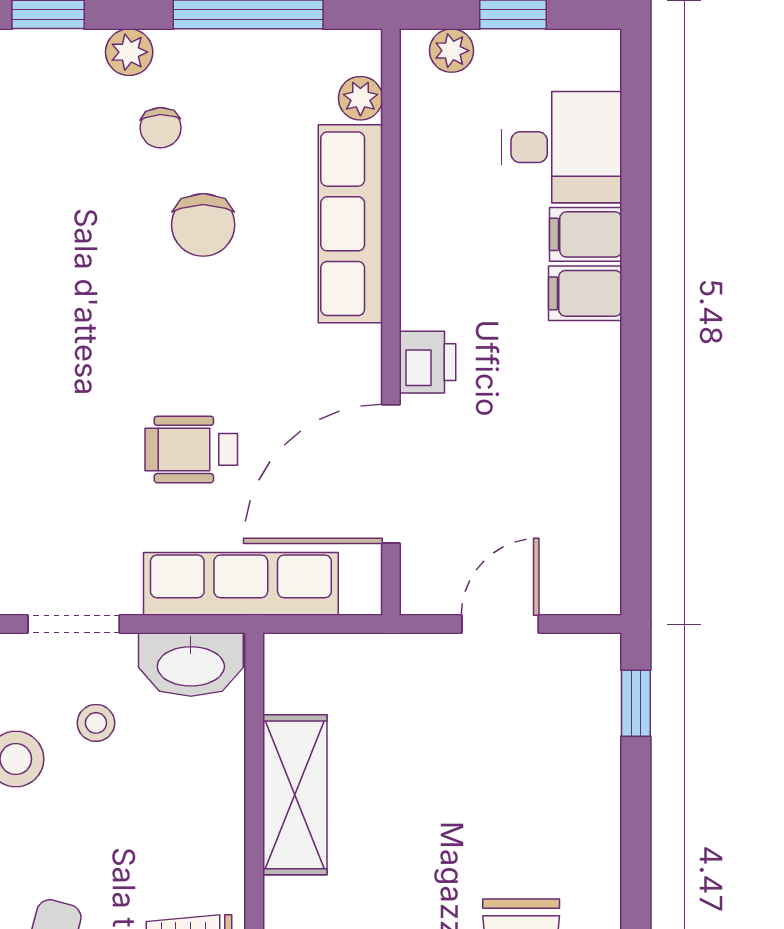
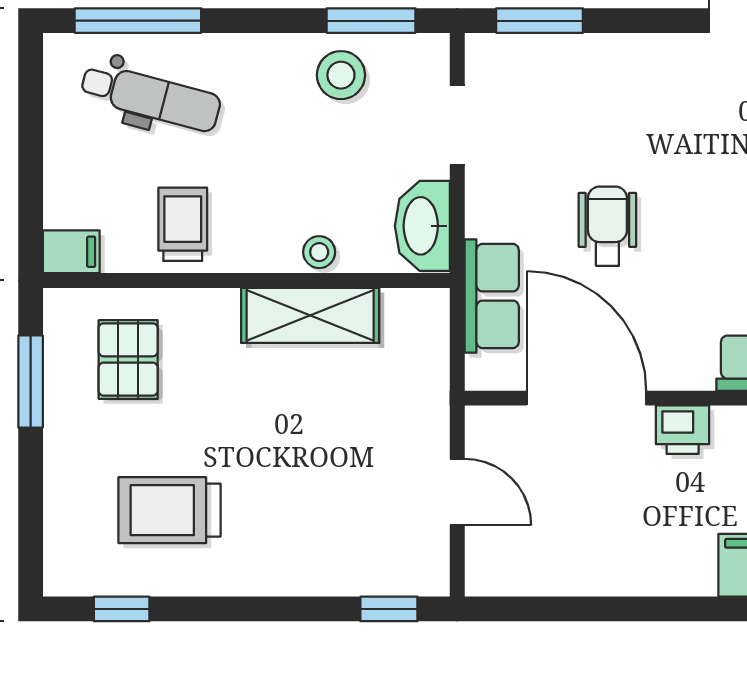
row of seats: (241, 584) -> (492, 296), width x0.68
stool: (96, 723) -> (319, 252), moved

